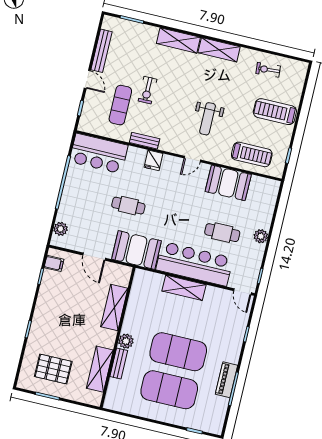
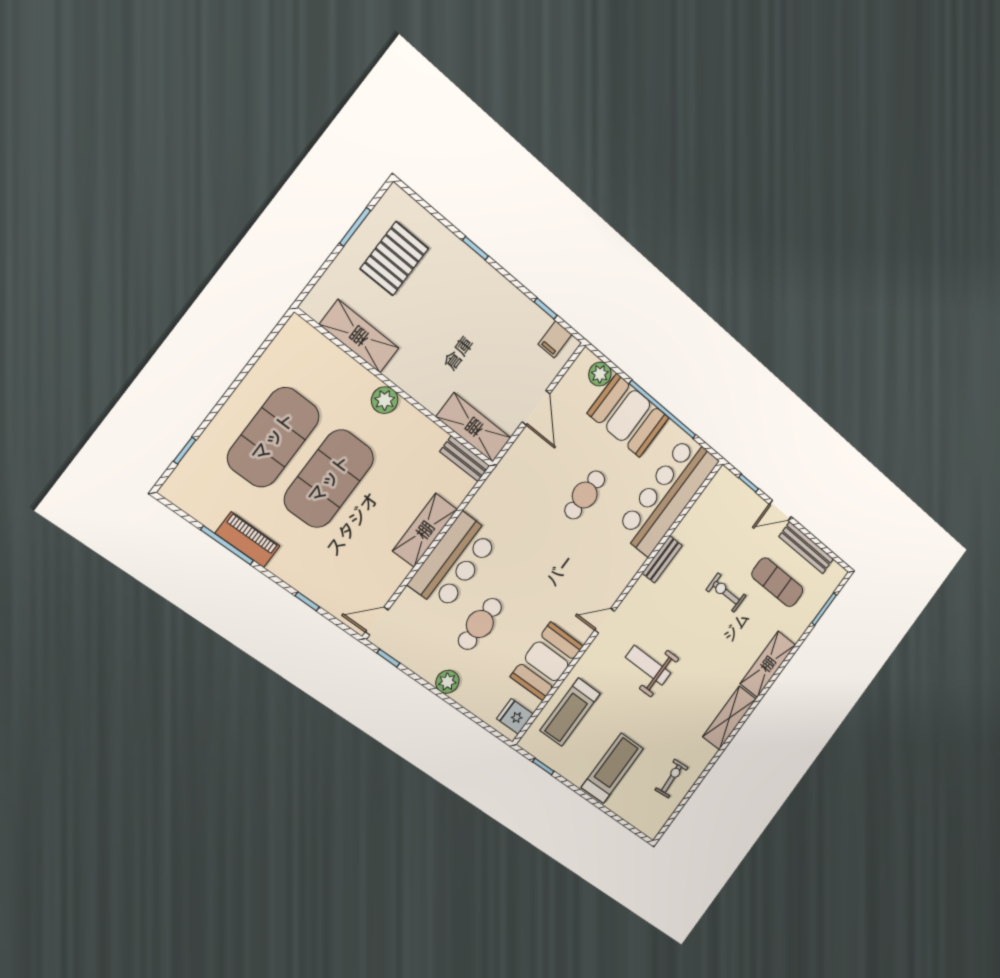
exercise mat: (120, 105) -> (777, 582), moved
bar counter: (99, 154) -> (667, 495), width x1.36
door: (192, 159) -> (605, 621), hinge flipped
fridge: (153, 160) -> (515, 716), moved
booth: (137, 250) -> (628, 416), moved, turned 90
door: (94, 257) -> (536, 408), swing flipped
bar counter: (195, 264) -> (454, 562), width x0.73
shelving: (114, 307) -> (474, 427), moved
bench: (119, 363) -> (465, 459), moved

